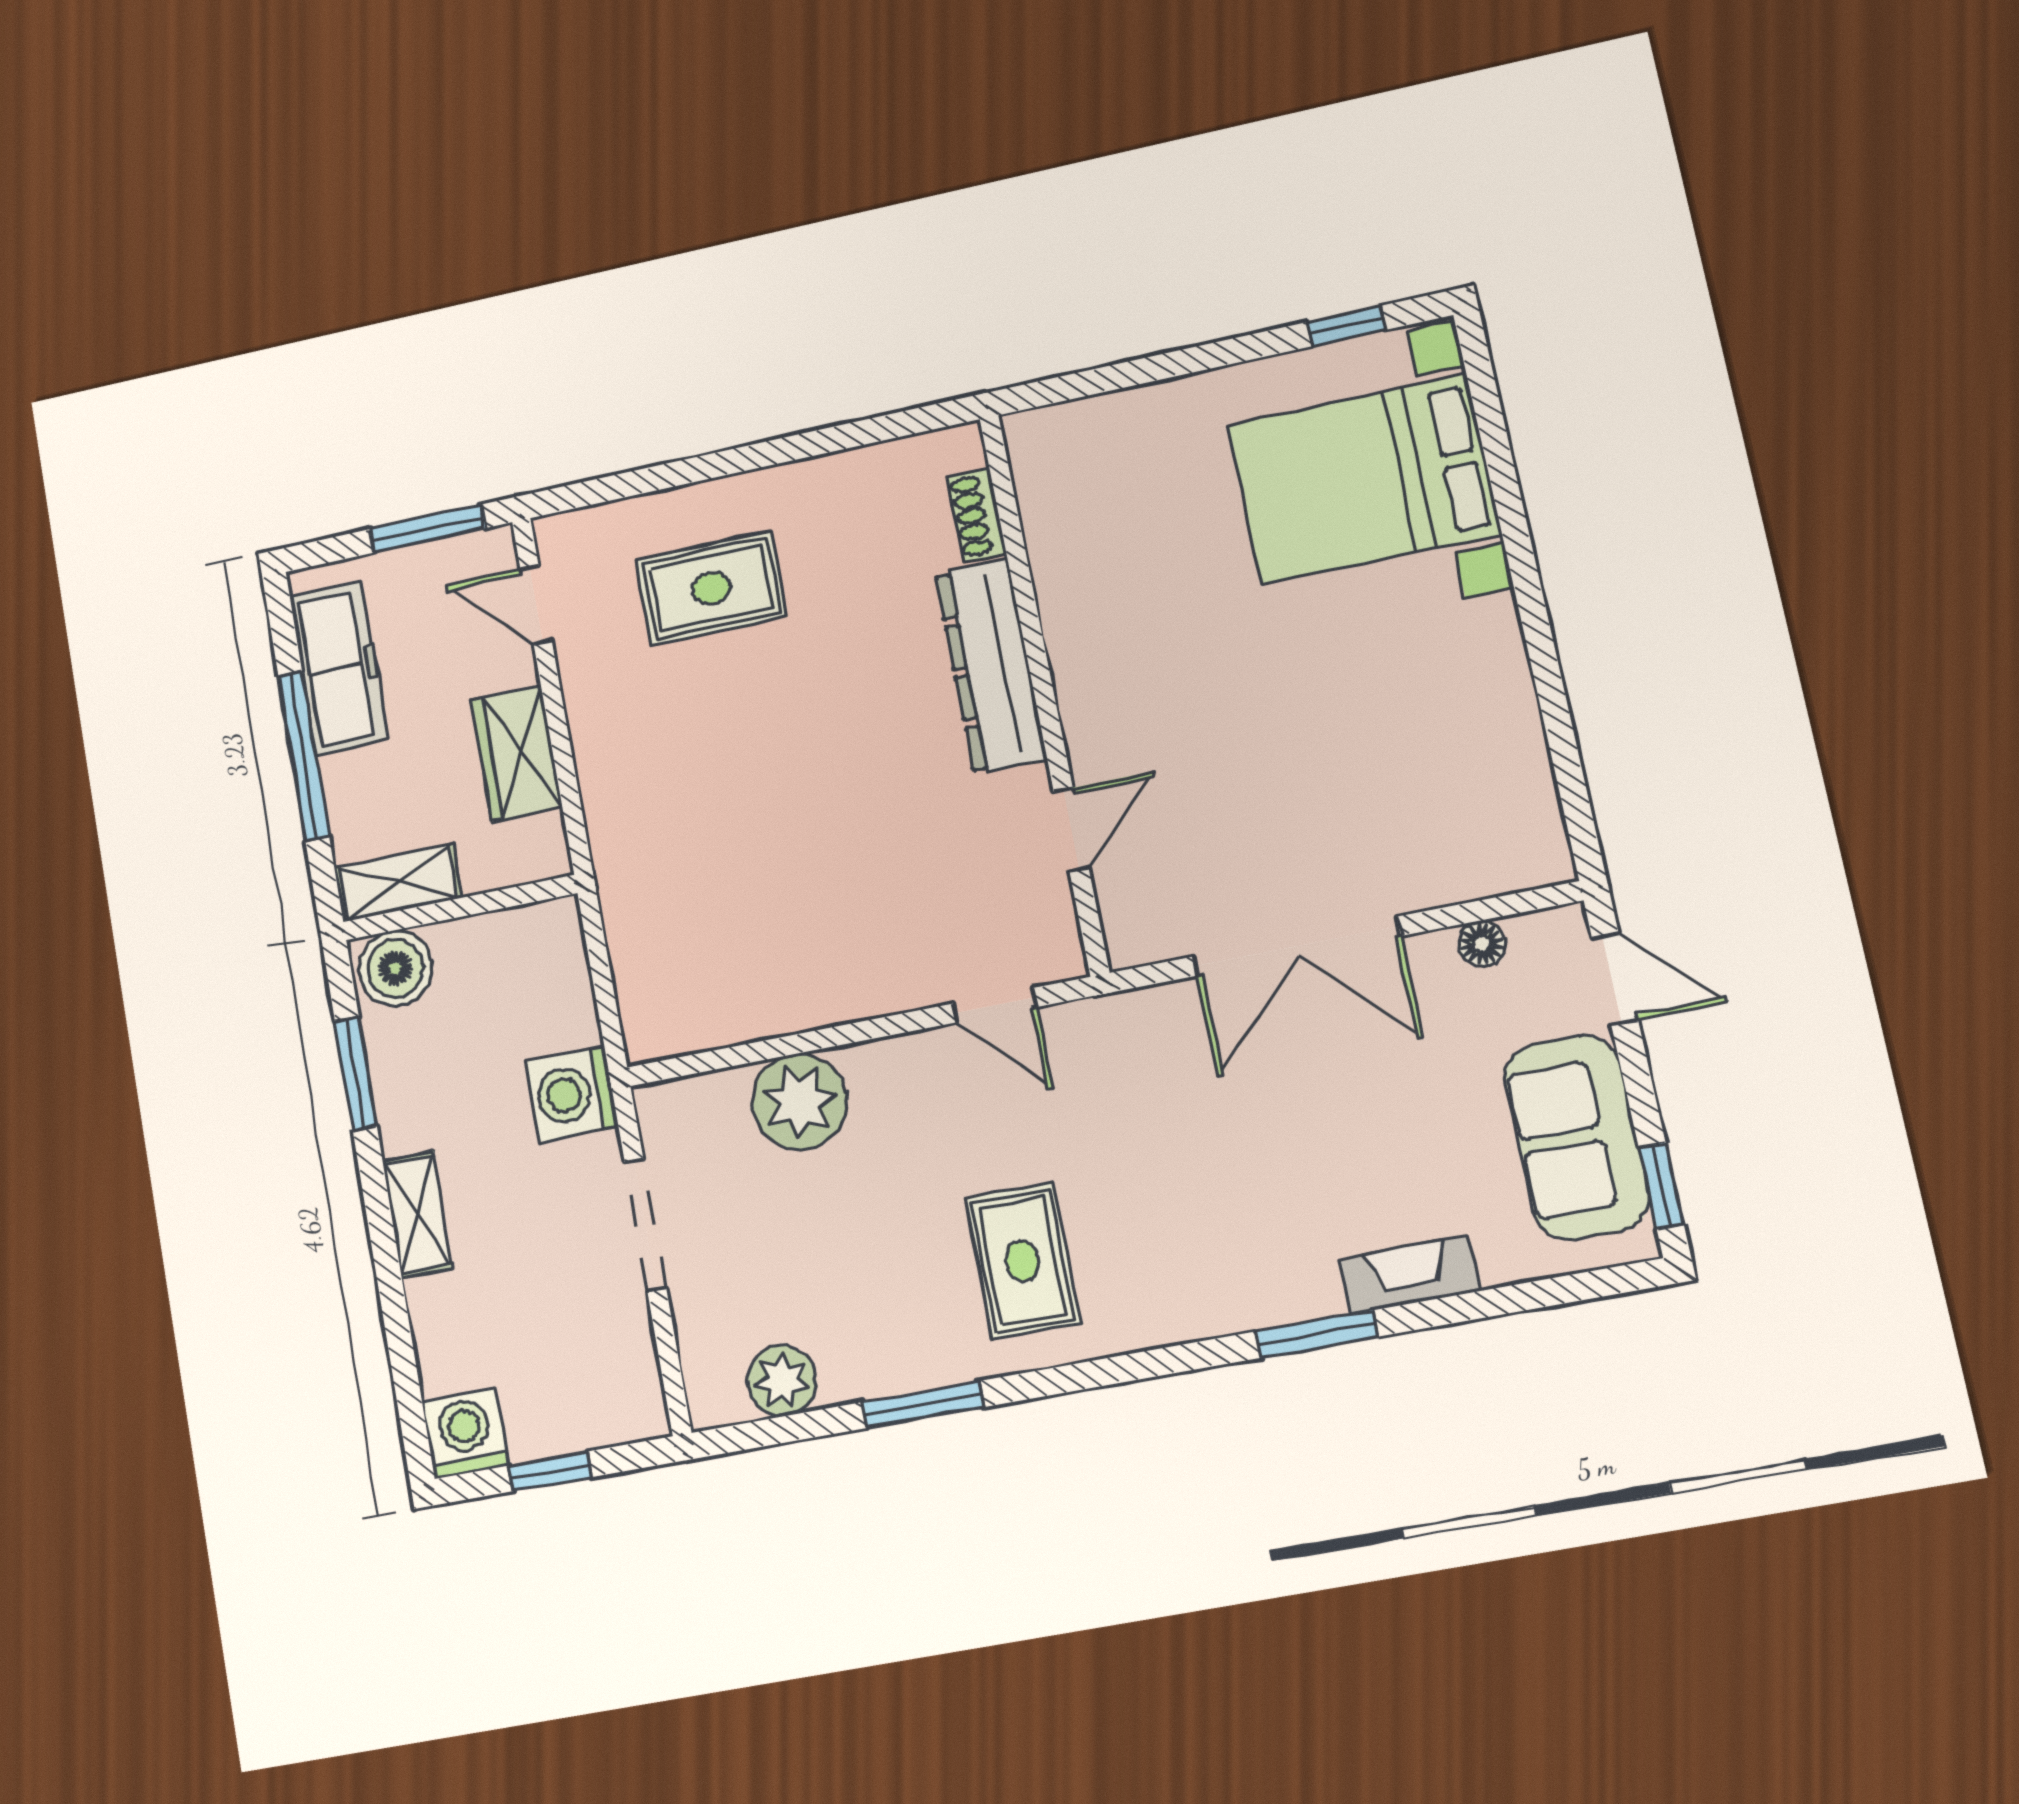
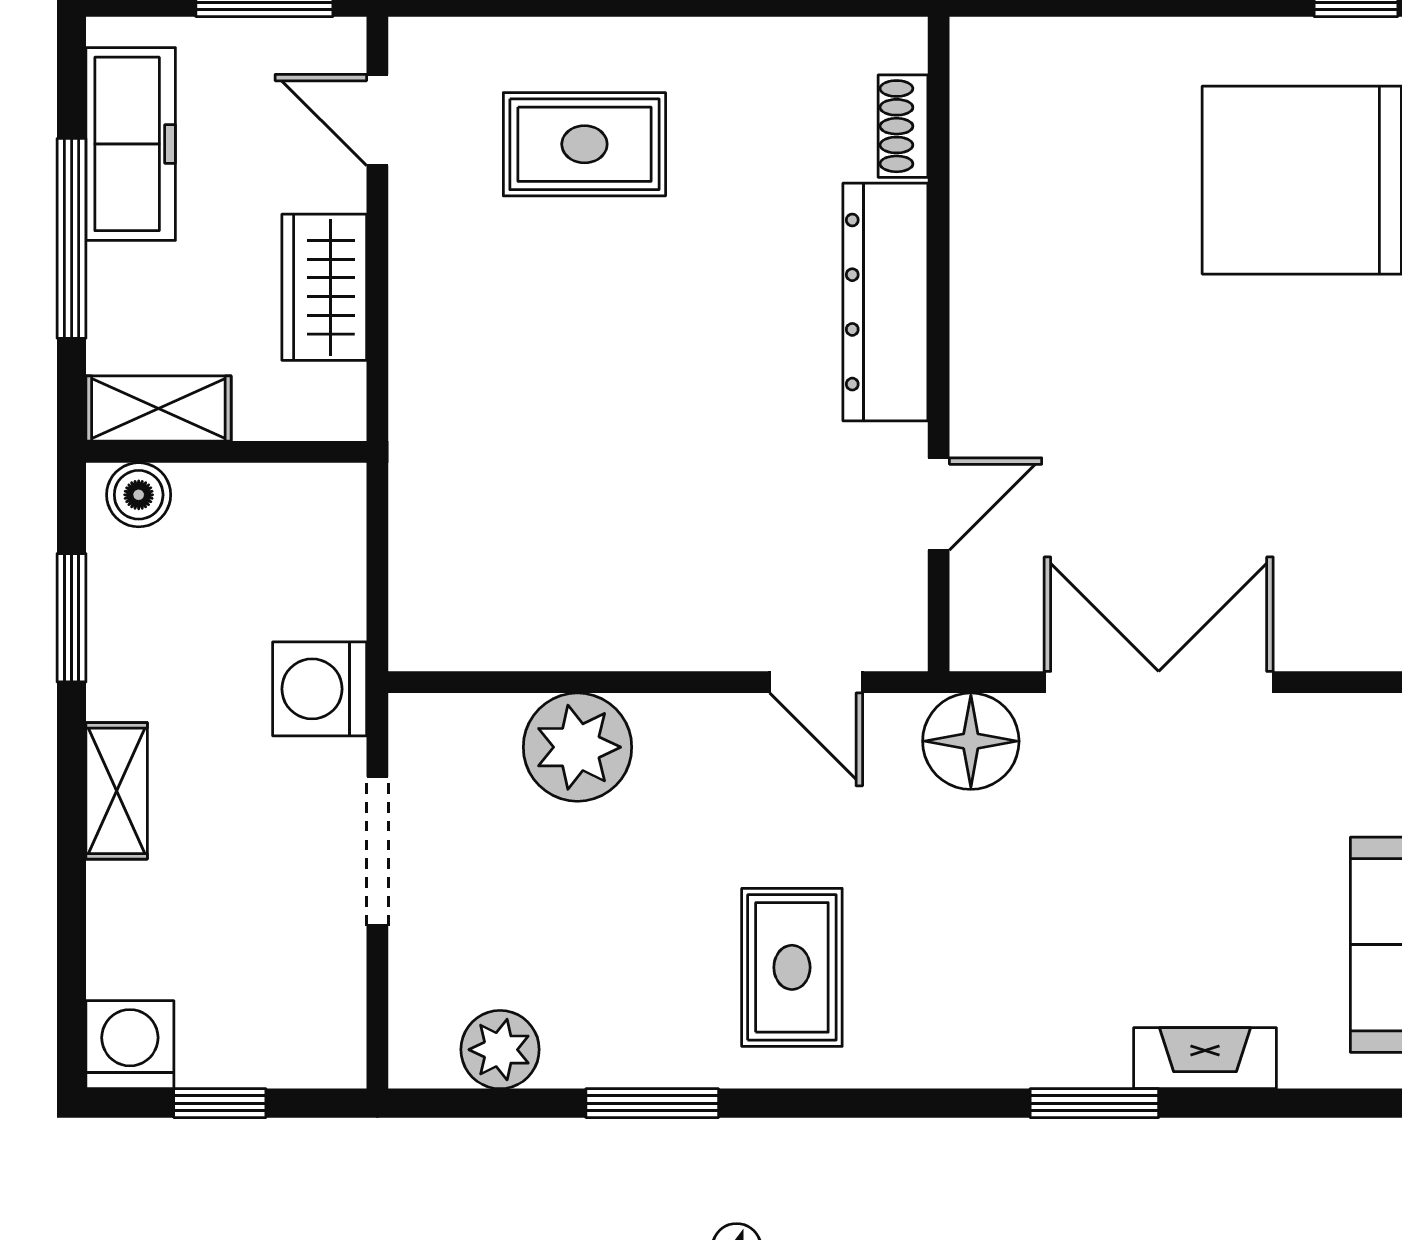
floor lamp: (1482, 944) -> (971, 741), moved, width x1.89, depth x1.89
double door: (1297, 946) -> (1159, 682), swing flipped
boiler: (395, 968) -> (139, 495), width x0.73, depth x0.73

